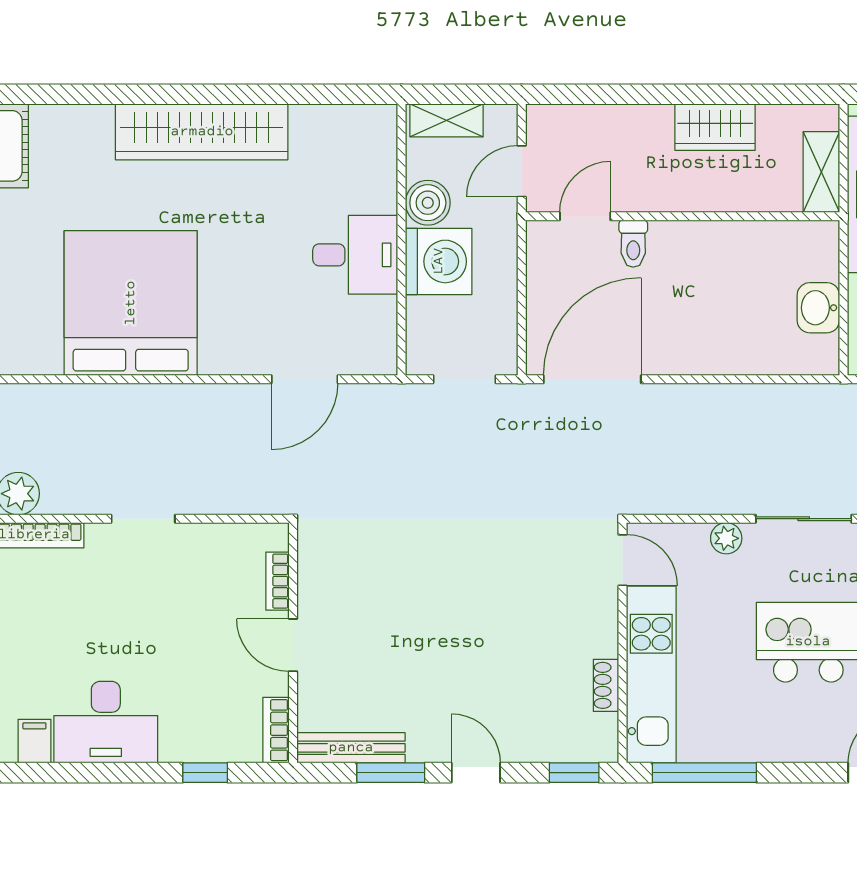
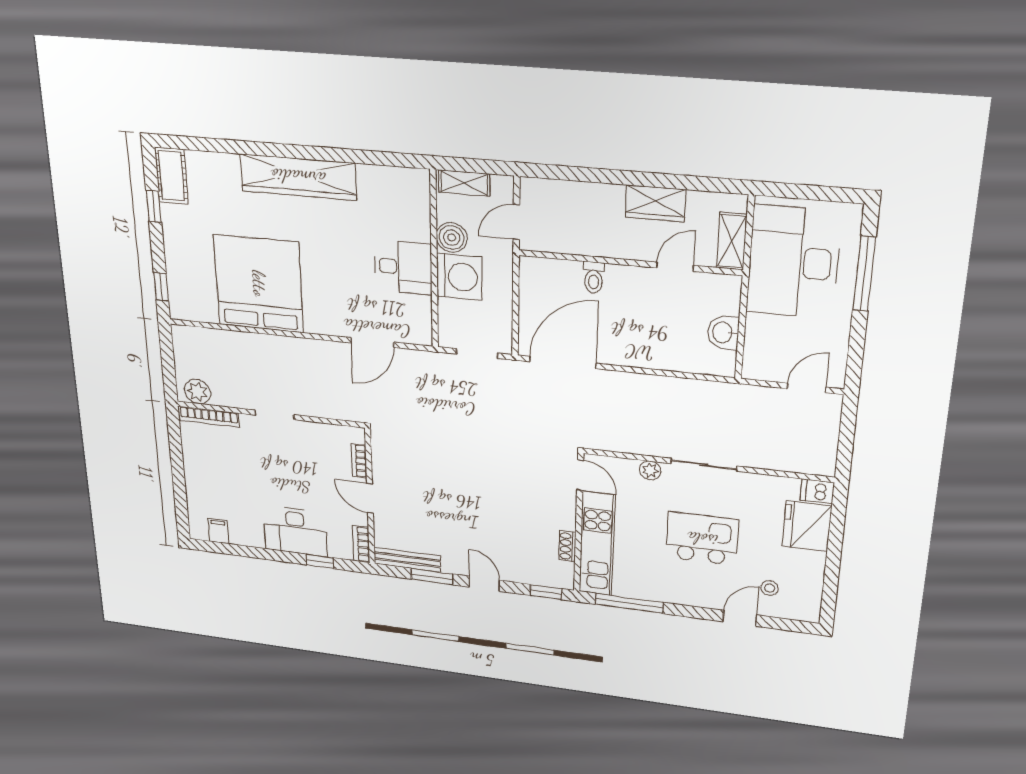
door: (585, 216) -> (675, 267), moved
desk: (106, 722) -> (295, 531), moved

